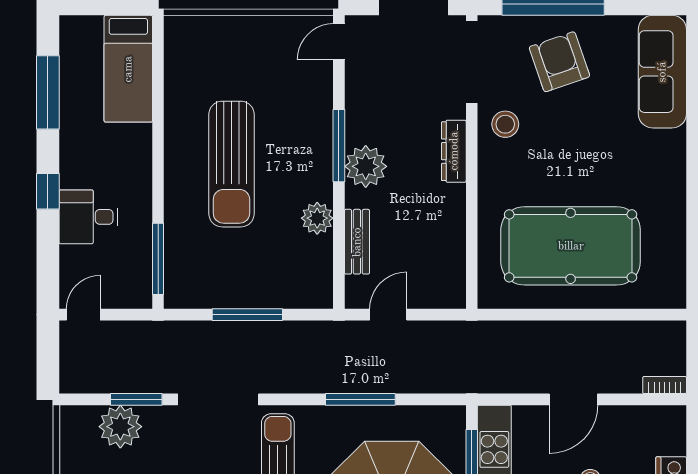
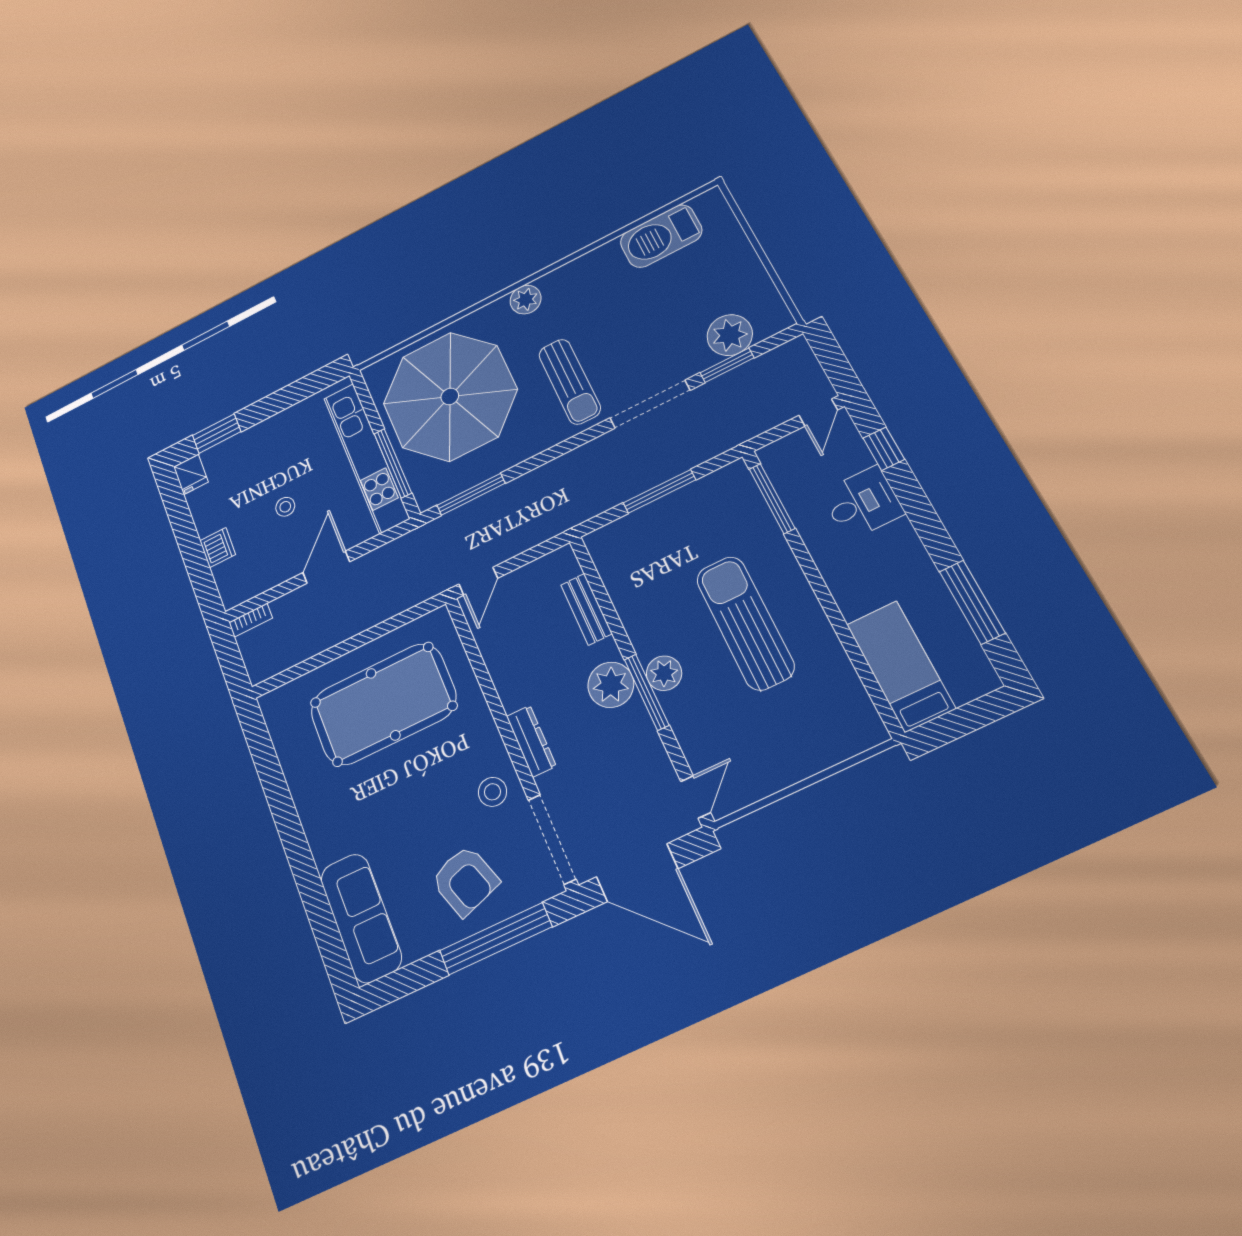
window: (48, 191) -> (884, 449), moved
plant: (317, 218) -> (664, 673), moved
door: (388, 315) -> (478, 581), moved
window: (360, 399) -> (471, 494), moved

